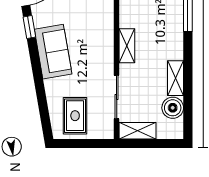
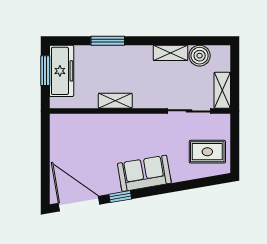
shelving: (127, 46) -> (115, 101), moved

